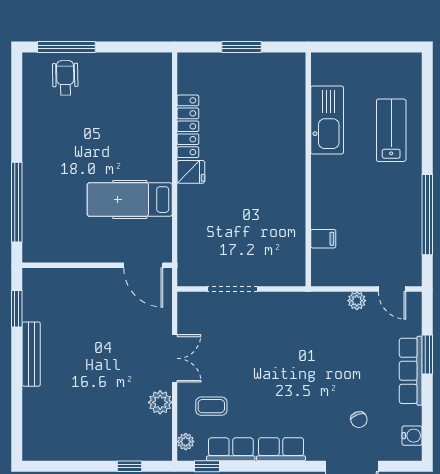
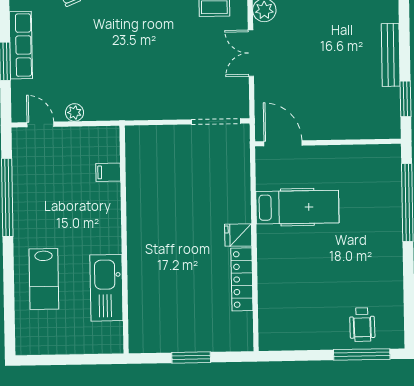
doorway: (233, 289) -> (216, 121), moved

